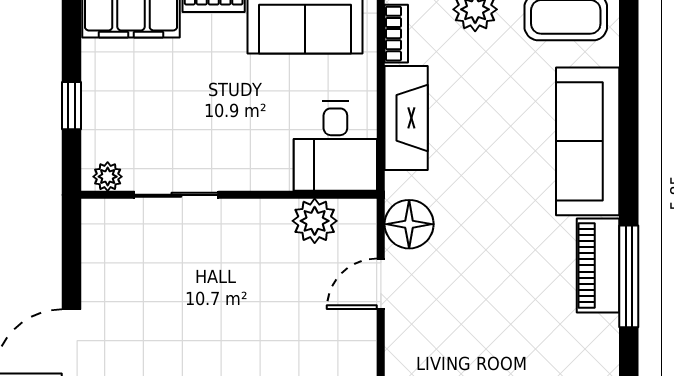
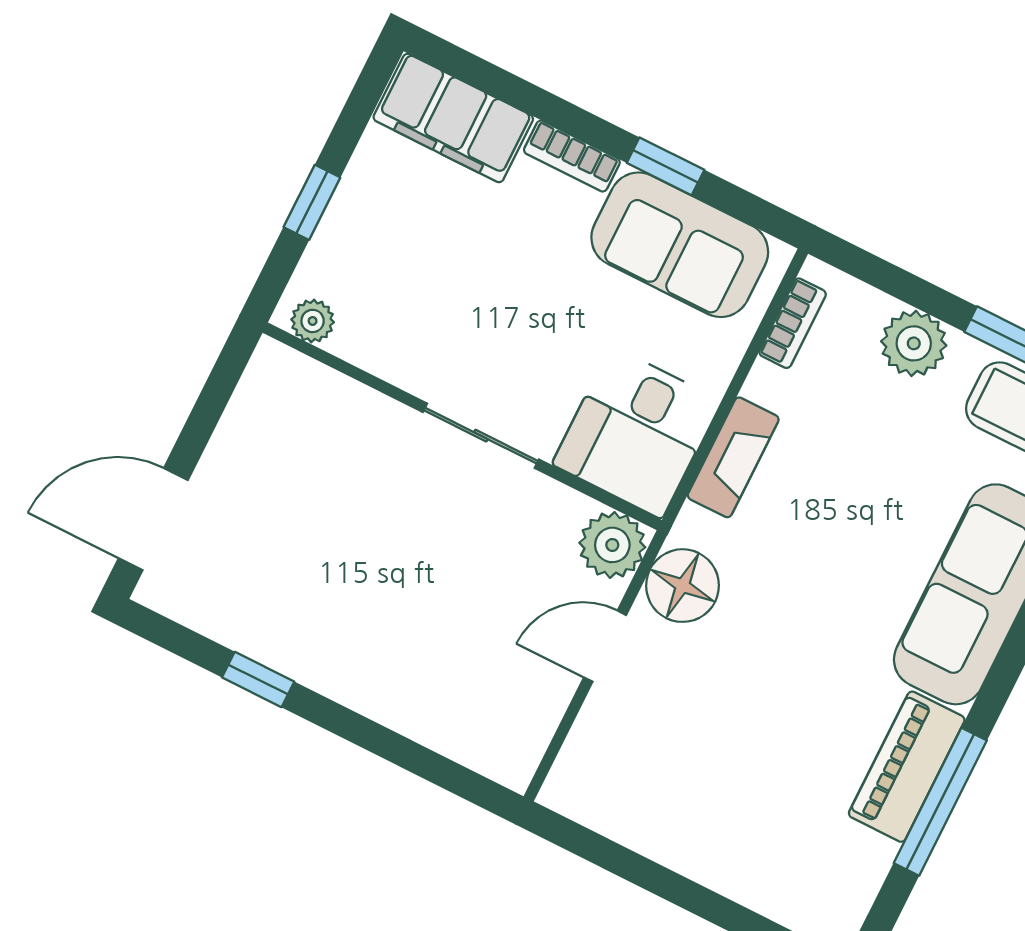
fireplace: (406, 118) -> (733, 457), width x0.73, depth x0.76
sliding door: (176, 195) -> (481, 436), moved
plant: (315, 221) -> (612, 545), moved

